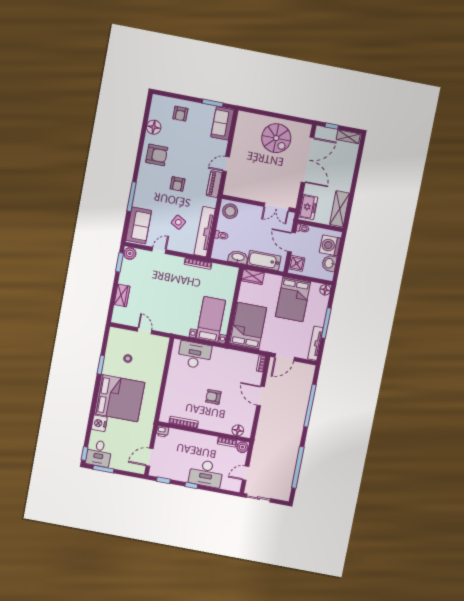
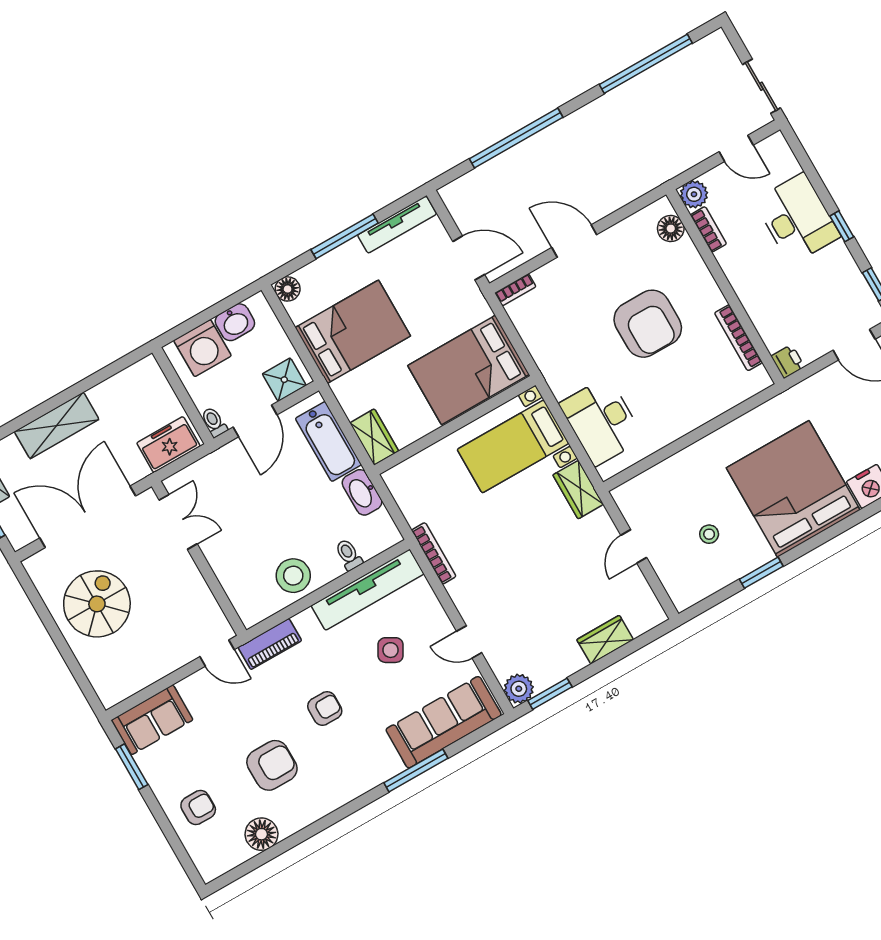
armchair: (157, 155) -> (272, 765), moved, turned 90
wall: (259, 204) -> (199, 558), moved
double door: (277, 207) -> (178, 522), moved
shelving: (340, 209) -> (57, 425), moved
sofa: (139, 225) -> (444, 722), width x1.36
wardrobe: (179, 329) -> (578, 490), added
door: (261, 396) -> (574, 241), swing flipped
armchair: (213, 397) -> (648, 324), width x1.88, depth x1.88

